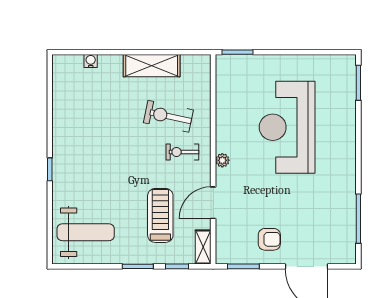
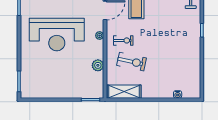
shelving: (152, 66) -> (124, 92), moved
plant: (225, 110) -> (98, 65), added
reception desk: (287, 127) -> (57, 35), moved, turned 90

